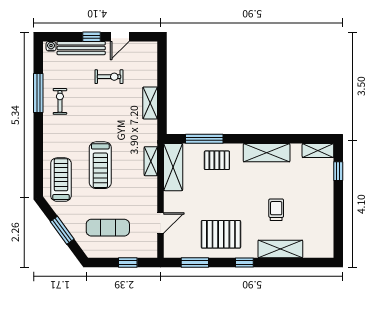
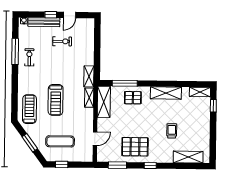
shelving: (150, 103) -> (89, 76), moved
shelving: (280, 249) -> (188, 157), moved
window: (128, 262) -> (62, 164), moved

